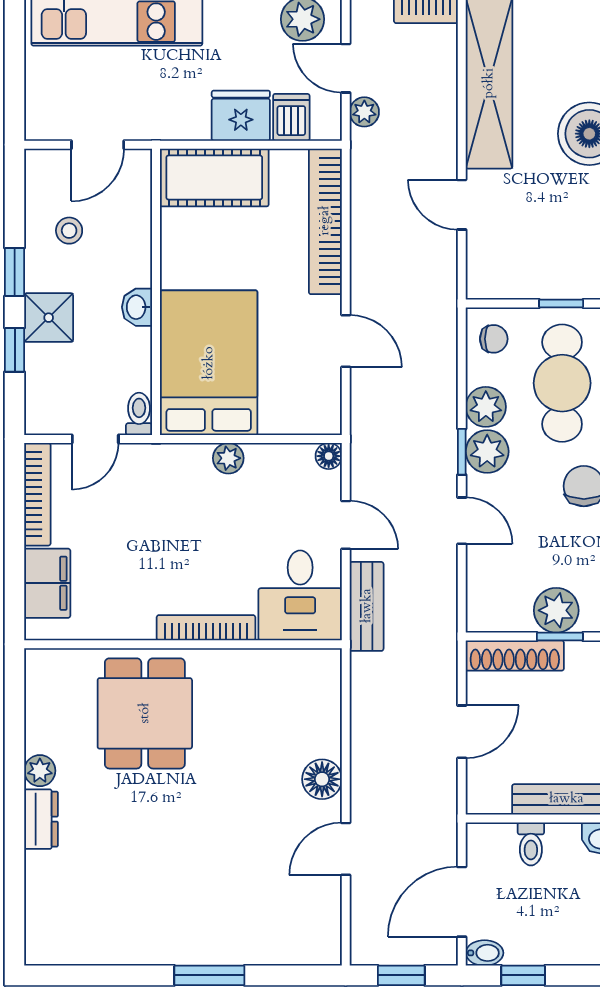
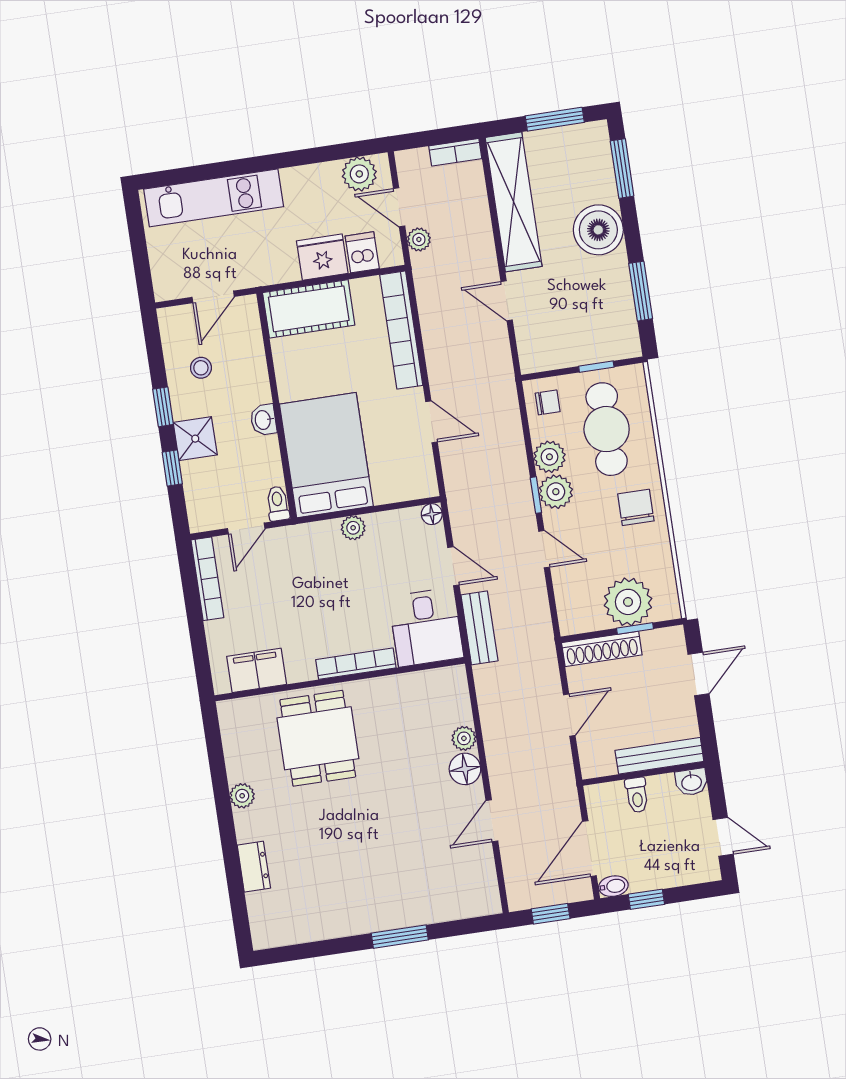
filing cabinet: (47, 583) -> (257, 670), moved, turned -90
plant: (556, 610) -> (628, 602), width x1.36, depth x1.36
plant: (326, 741) -> (464, 738), added
dresser: (41, 819) -> (254, 867), moved

